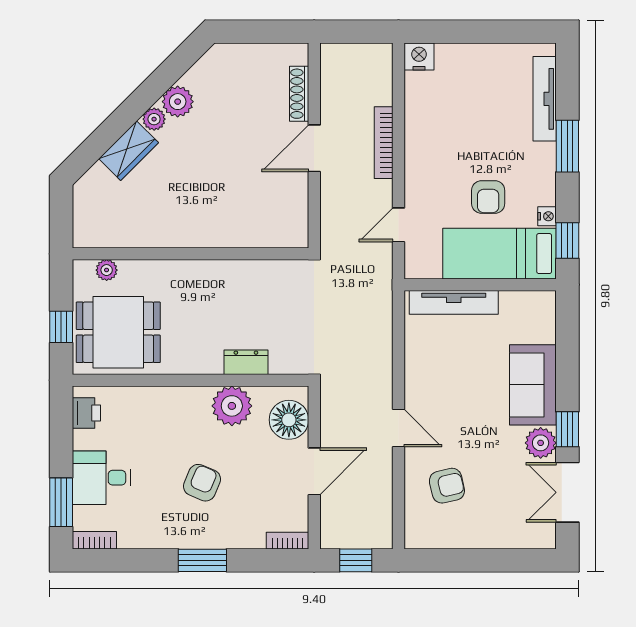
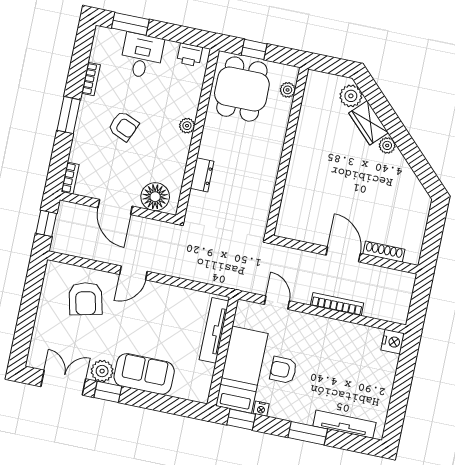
plant: (178, 102) -> (351, 96), moved
plant: (232, 406) -> (187, 126), moved, width x0.53, depth x0.53
armchair: (447, 486) -> (86, 299), width x1.38, depth x1.38
bookcase: (94, 540) -> (91, 79), moved

